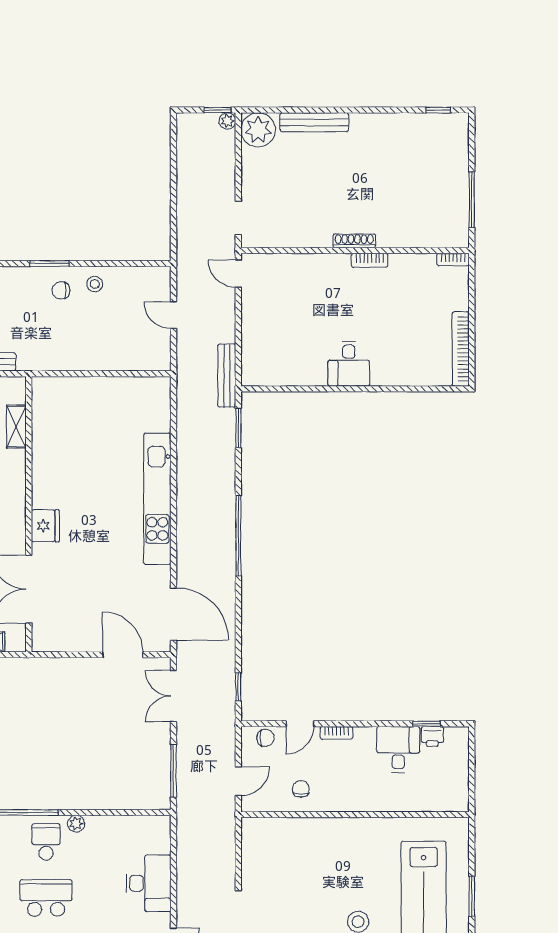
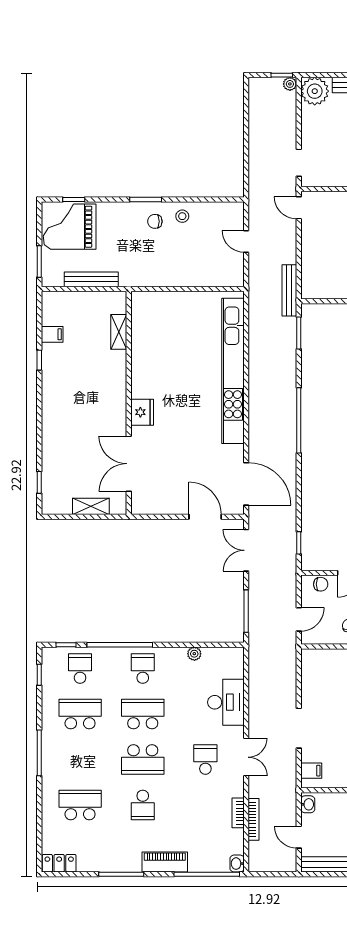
kitchen unit: (157, 499) -> (233, 371), width x1.36
plant: (76, 824) -> (194, 654), moved

